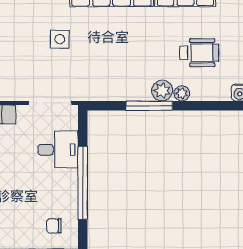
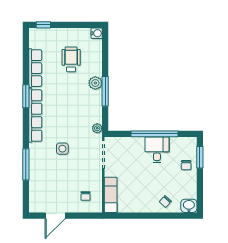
plant: (182, 93) -> (97, 128), moved
desk: (58, 150) -> (157, 150), moved
chair: (54, 226) -> (186, 165), moved

